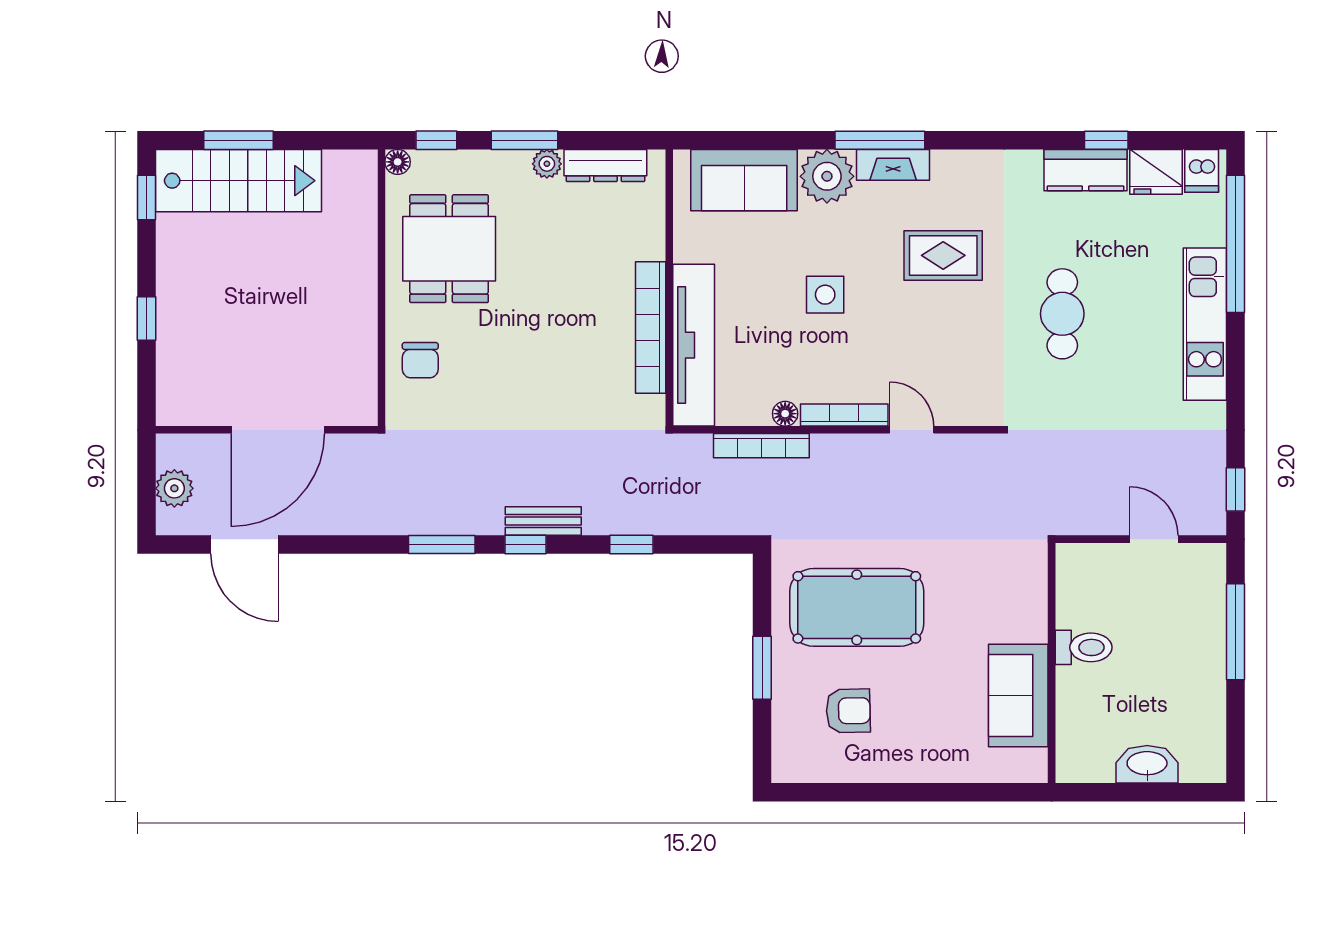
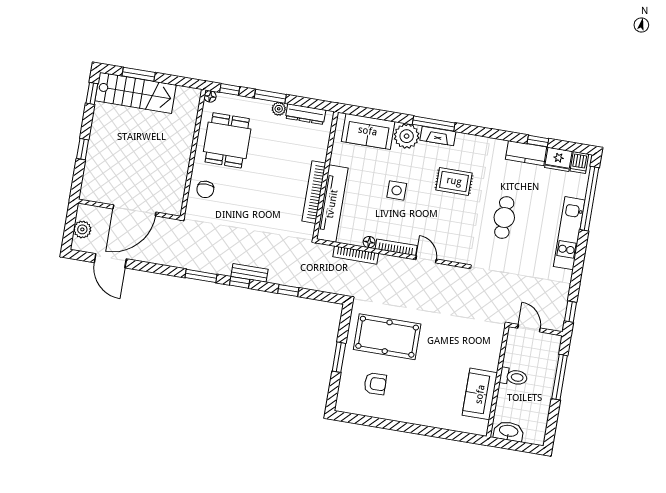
toilet: (1084, 647) -> (514, 377), moved
wall: (1052, 663) -> (498, 382), moved
sofa: (1018, 695) -> (480, 394), moved

